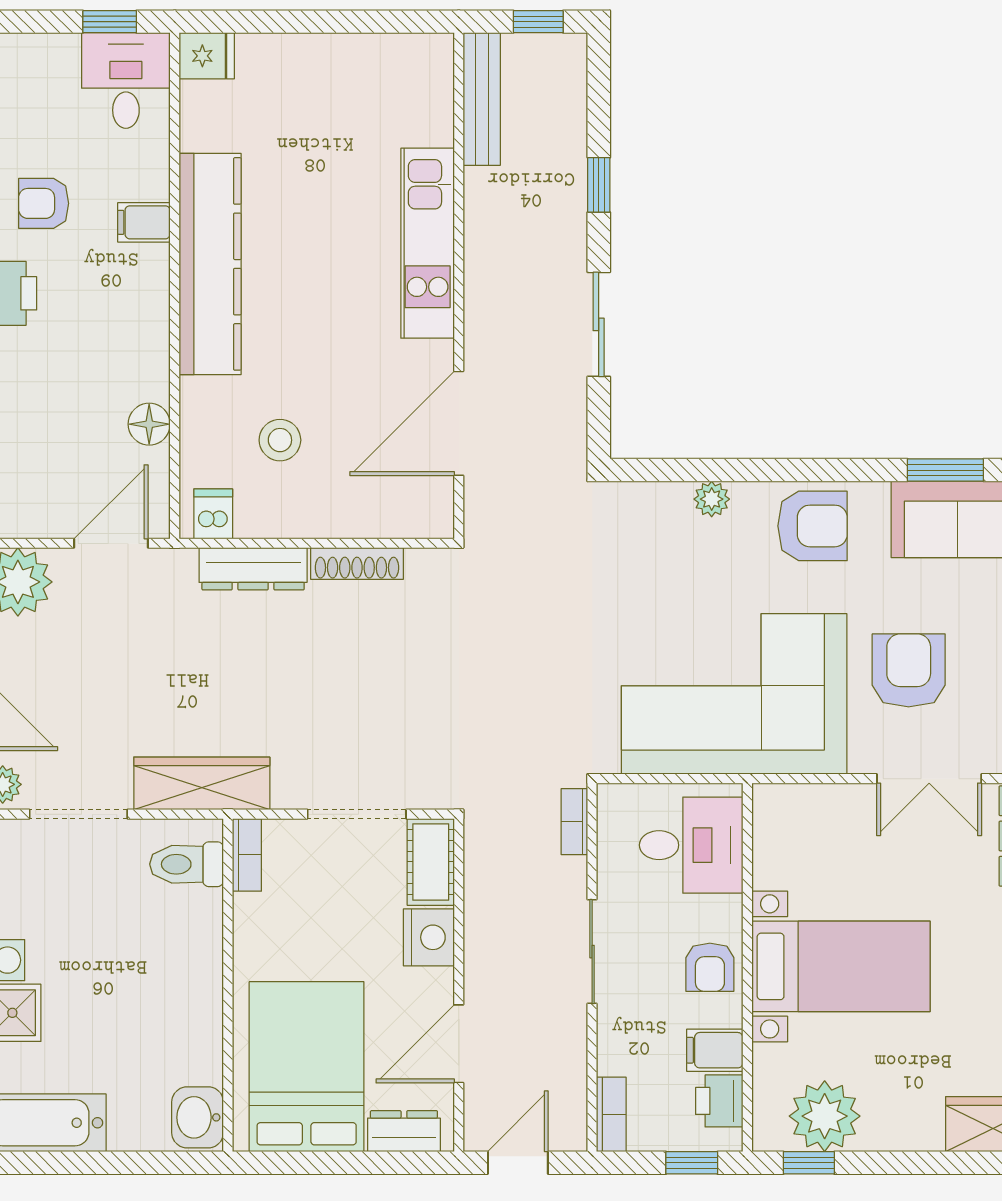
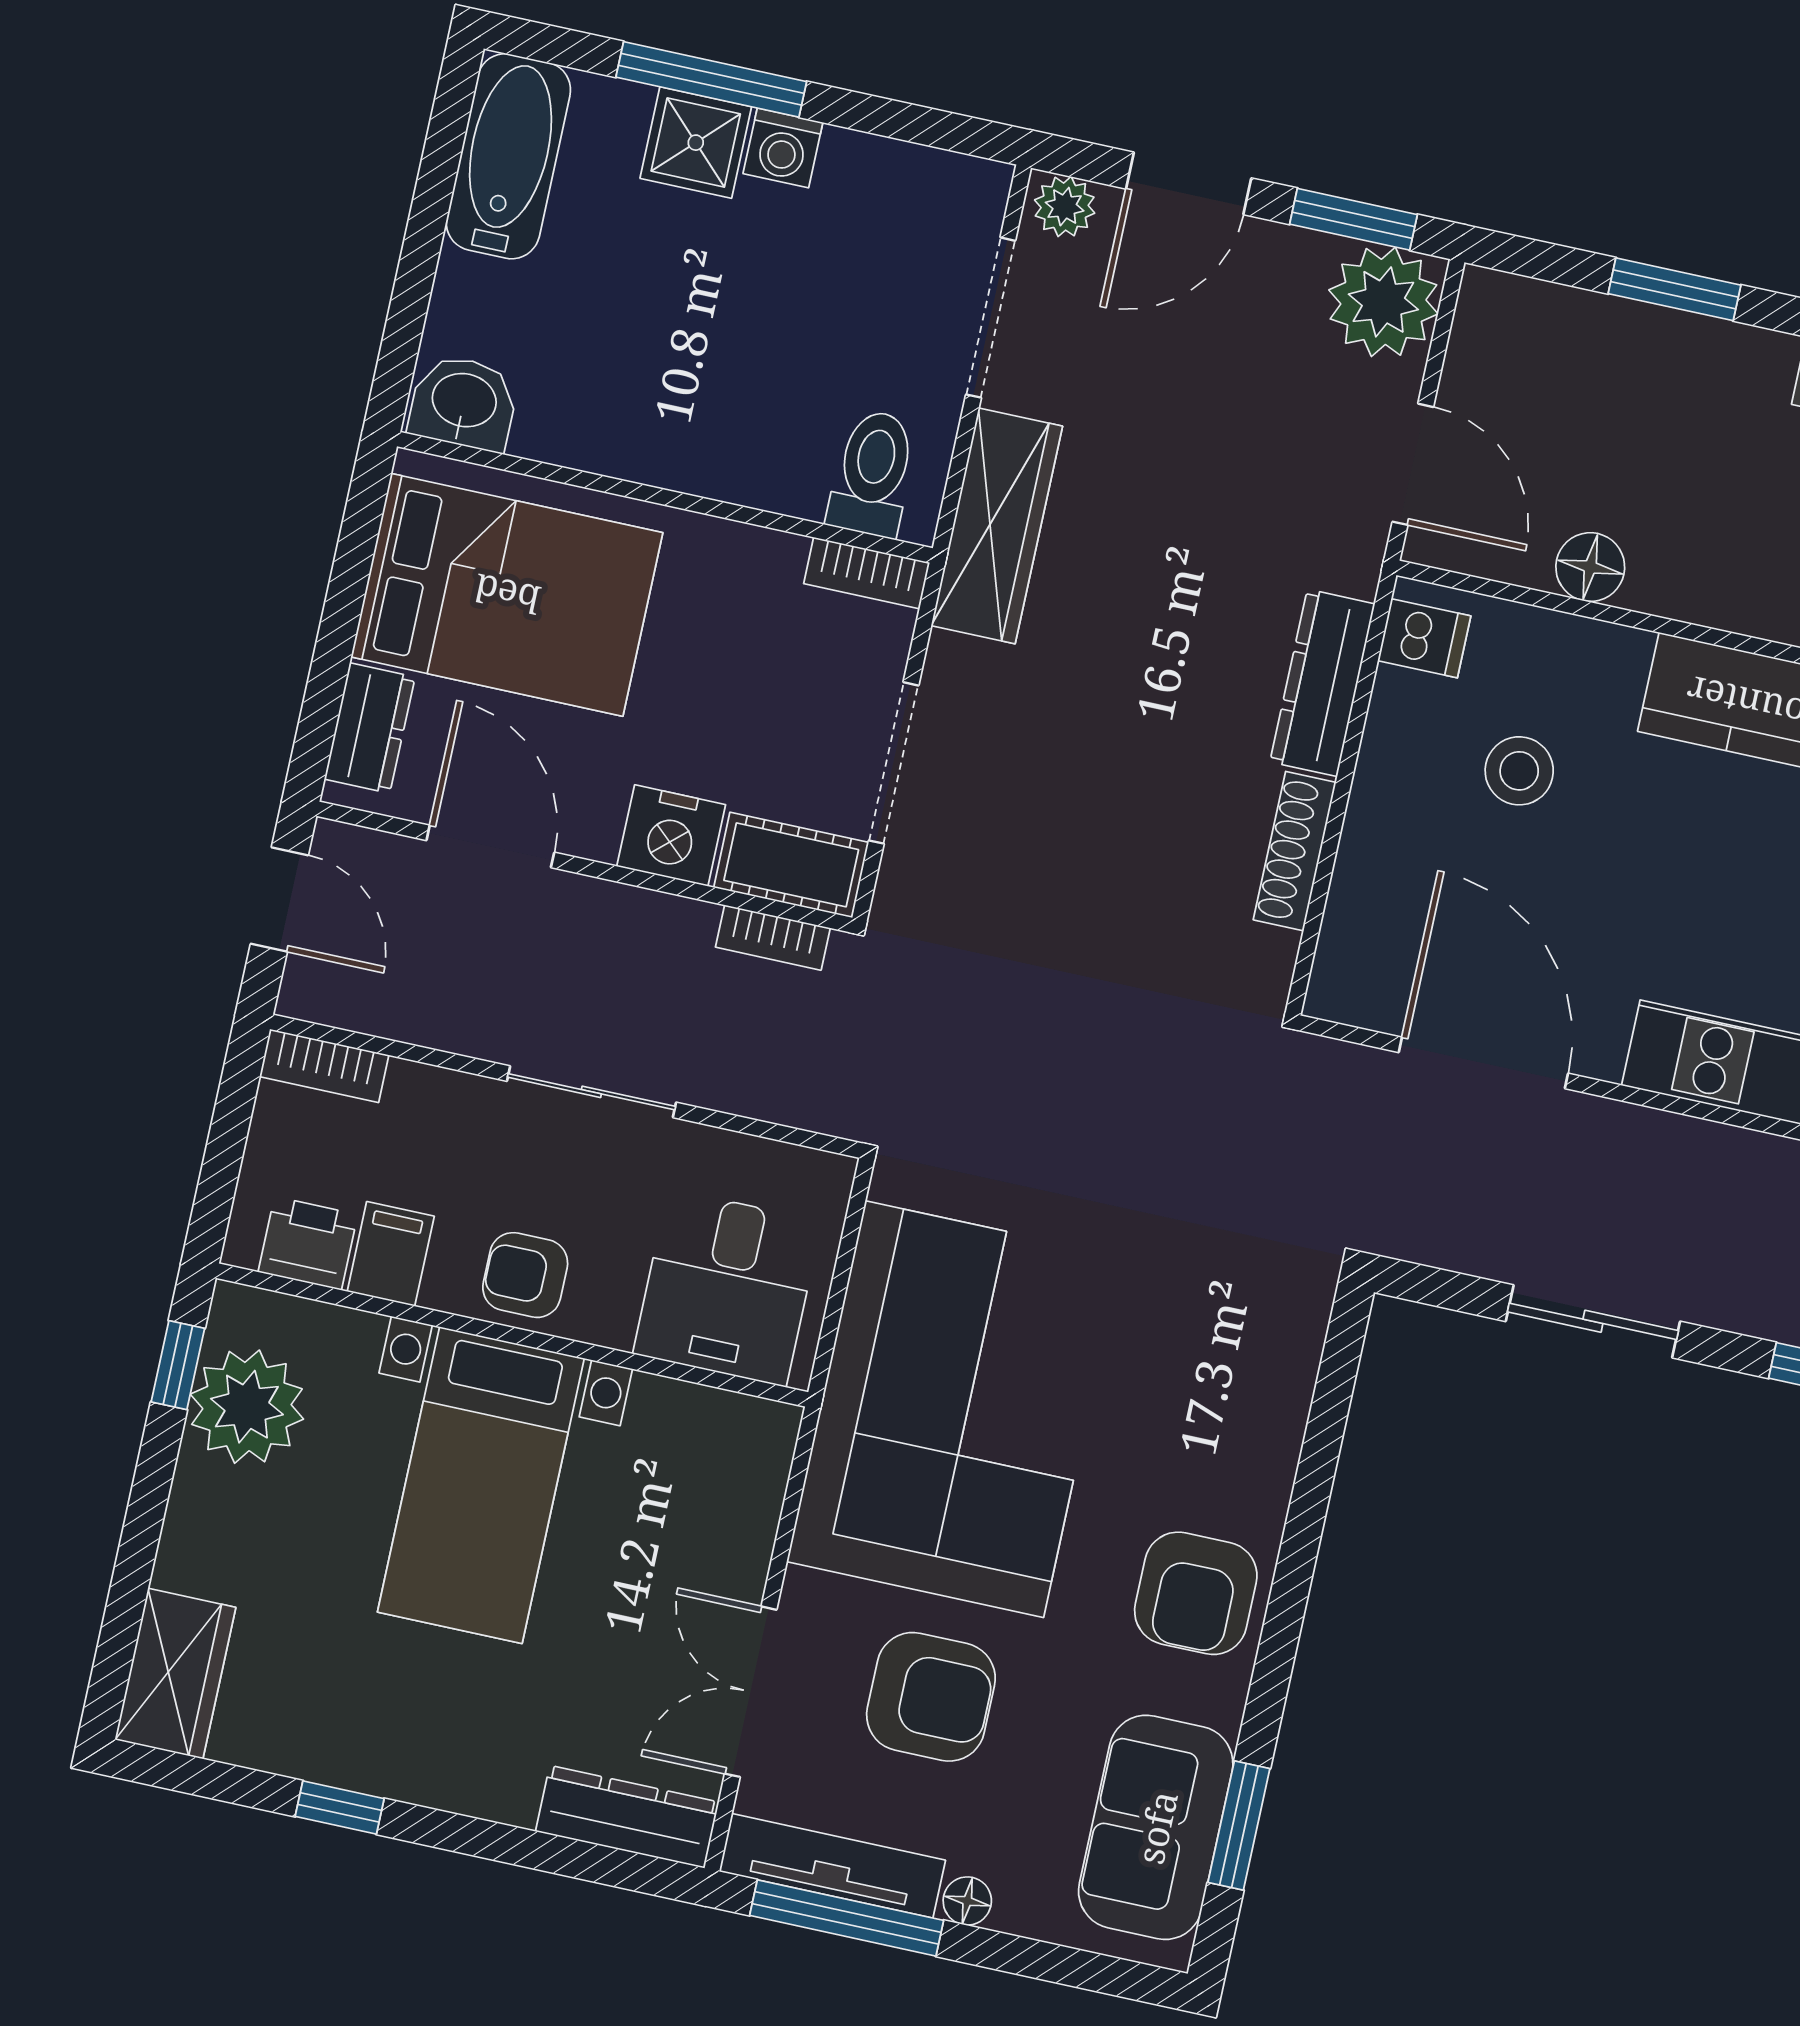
plant: (712, 499) -> (1274, 1441), removed
bookcase: (574, 822) -> (773, 938), moved, turned 180
window: (692, 1163) -> (219, 1178), removed

